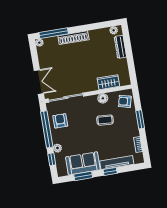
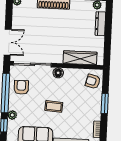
wardrobe: (108, 82) -> (80, 58), width x1.50
floor lamp: (103, 98) -> (58, 73), moved
coffee table: (105, 120) -> (54, 106), moved

